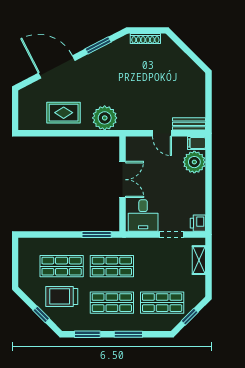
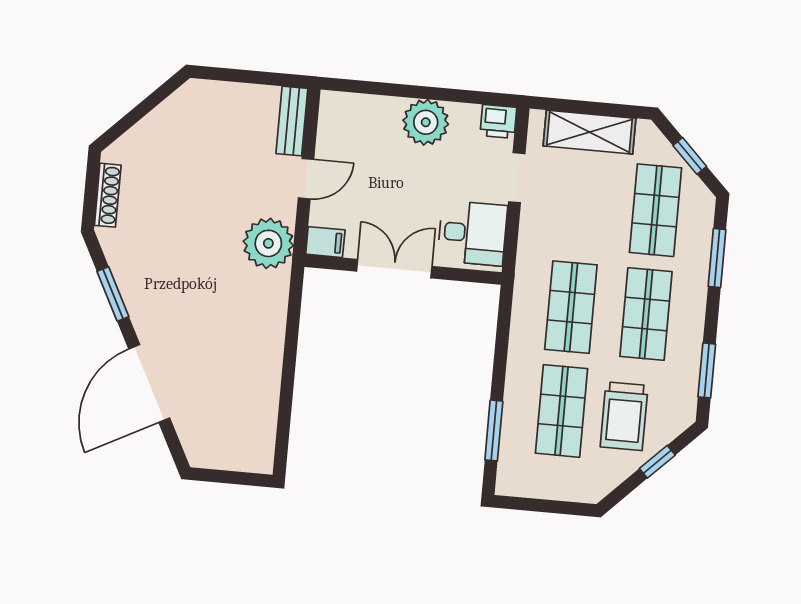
rug: (64, 113) -> (245, 378), removed
plant: (105, 118) -> (268, 243), moved
filing cabinet: (196, 143) -> (325, 242), moved, turned -90
plant: (194, 162) -> (426, 122), moved
window: (97, 234) -> (494, 430), moved
shelving: (199, 260) -> (590, 132), width x1.50, depth x1.33
window: (128, 334) -> (717, 258), moved

